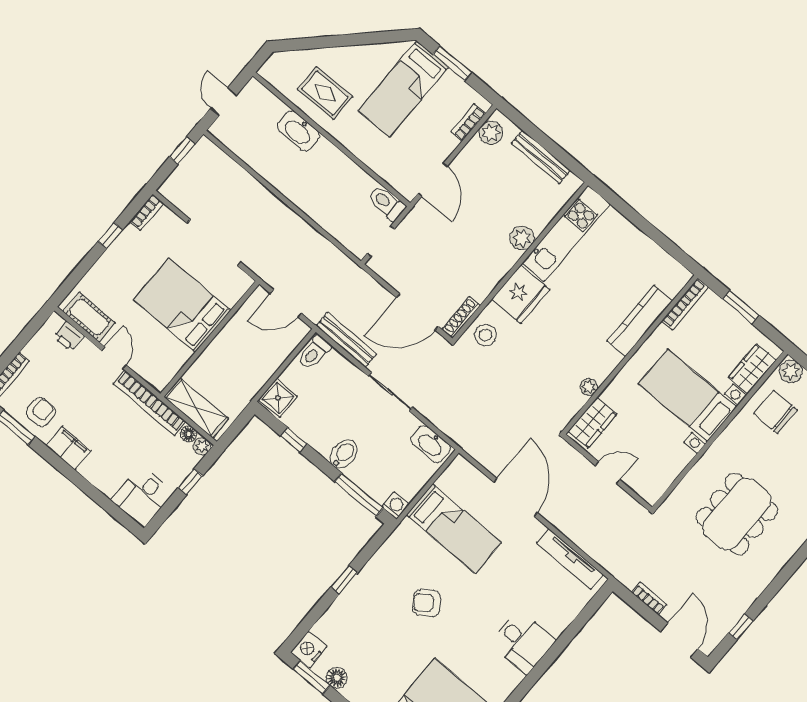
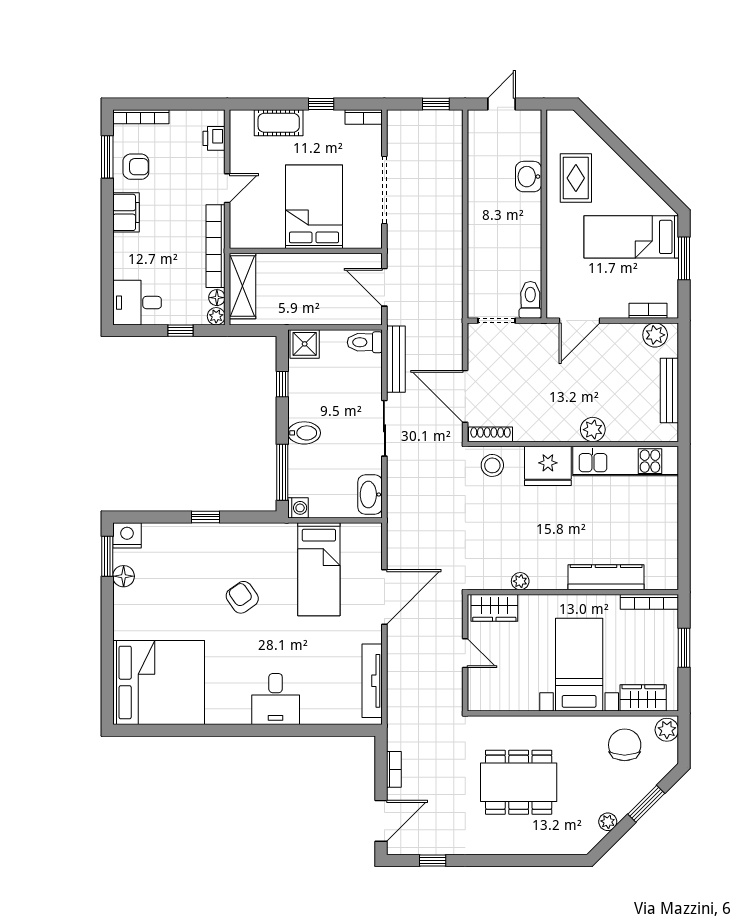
washbasin: (298, 131) -> (529, 177), width x0.72
cot: (89, 317) -> (279, 123), moved, turned 90

